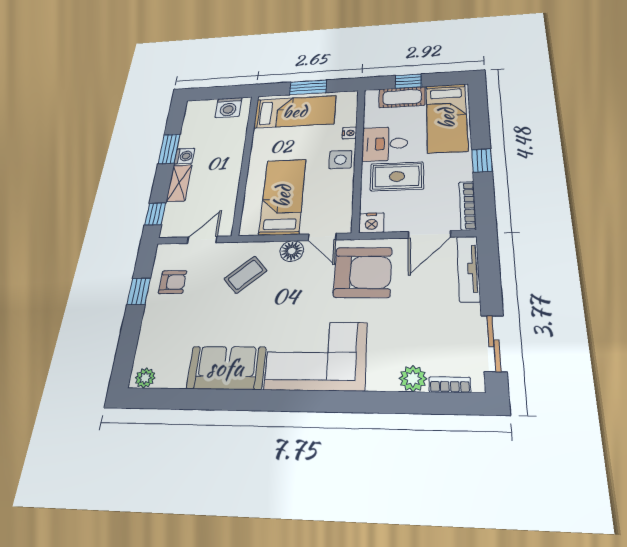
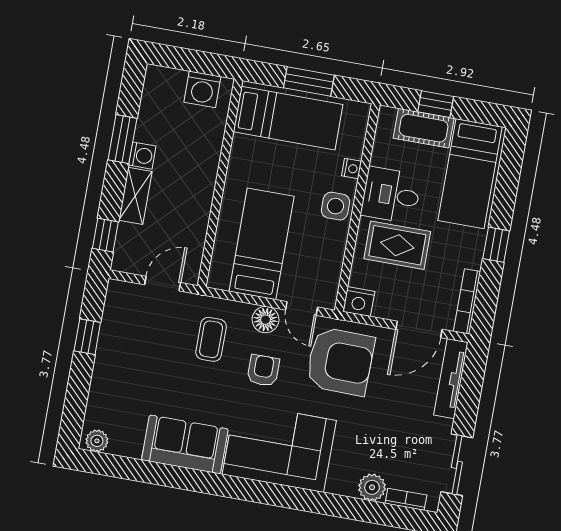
coffee table: (245, 275) -> (211, 339), turned -49
armchair: (173, 282) -> (263, 370), moved, turned -90

